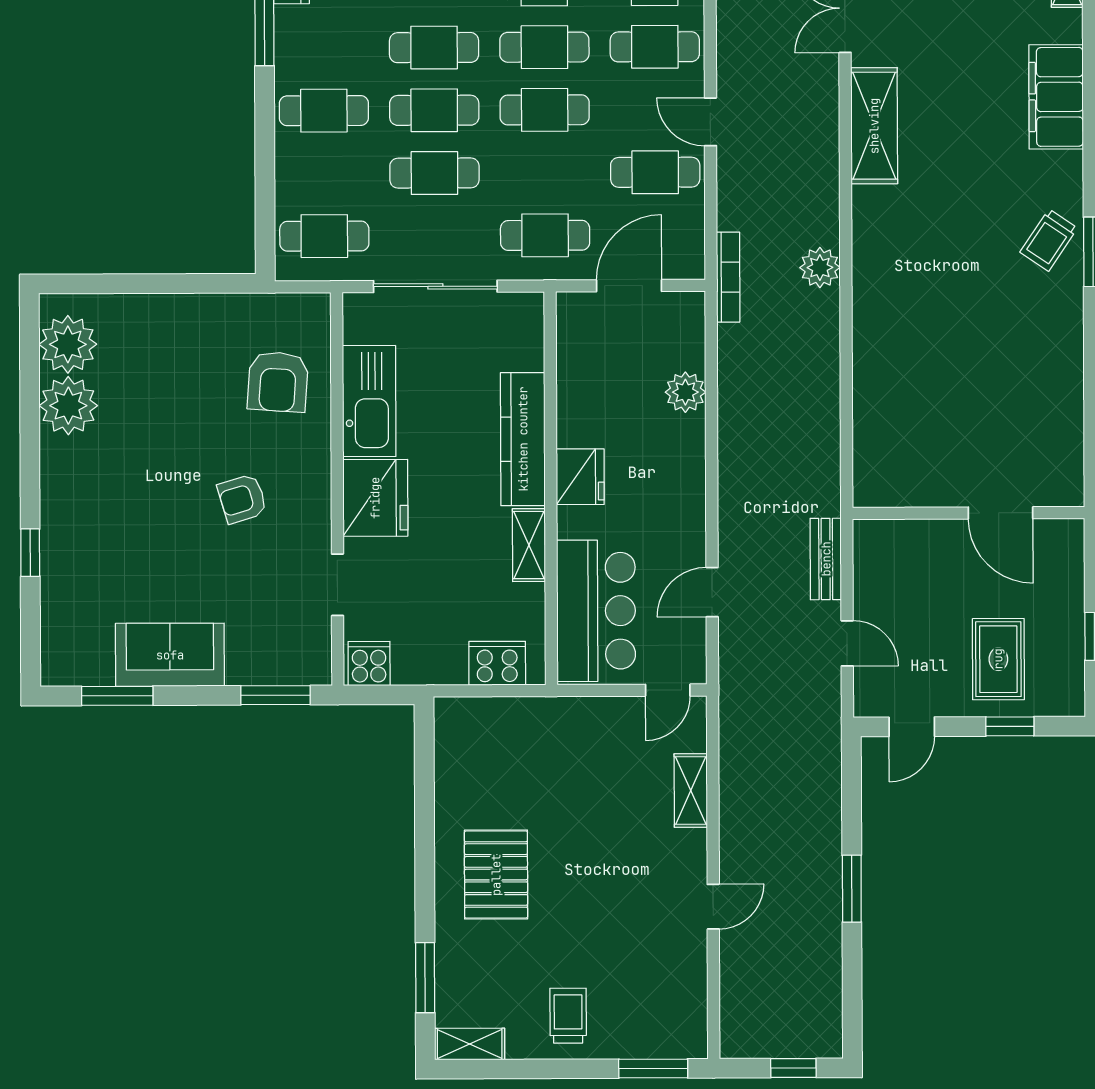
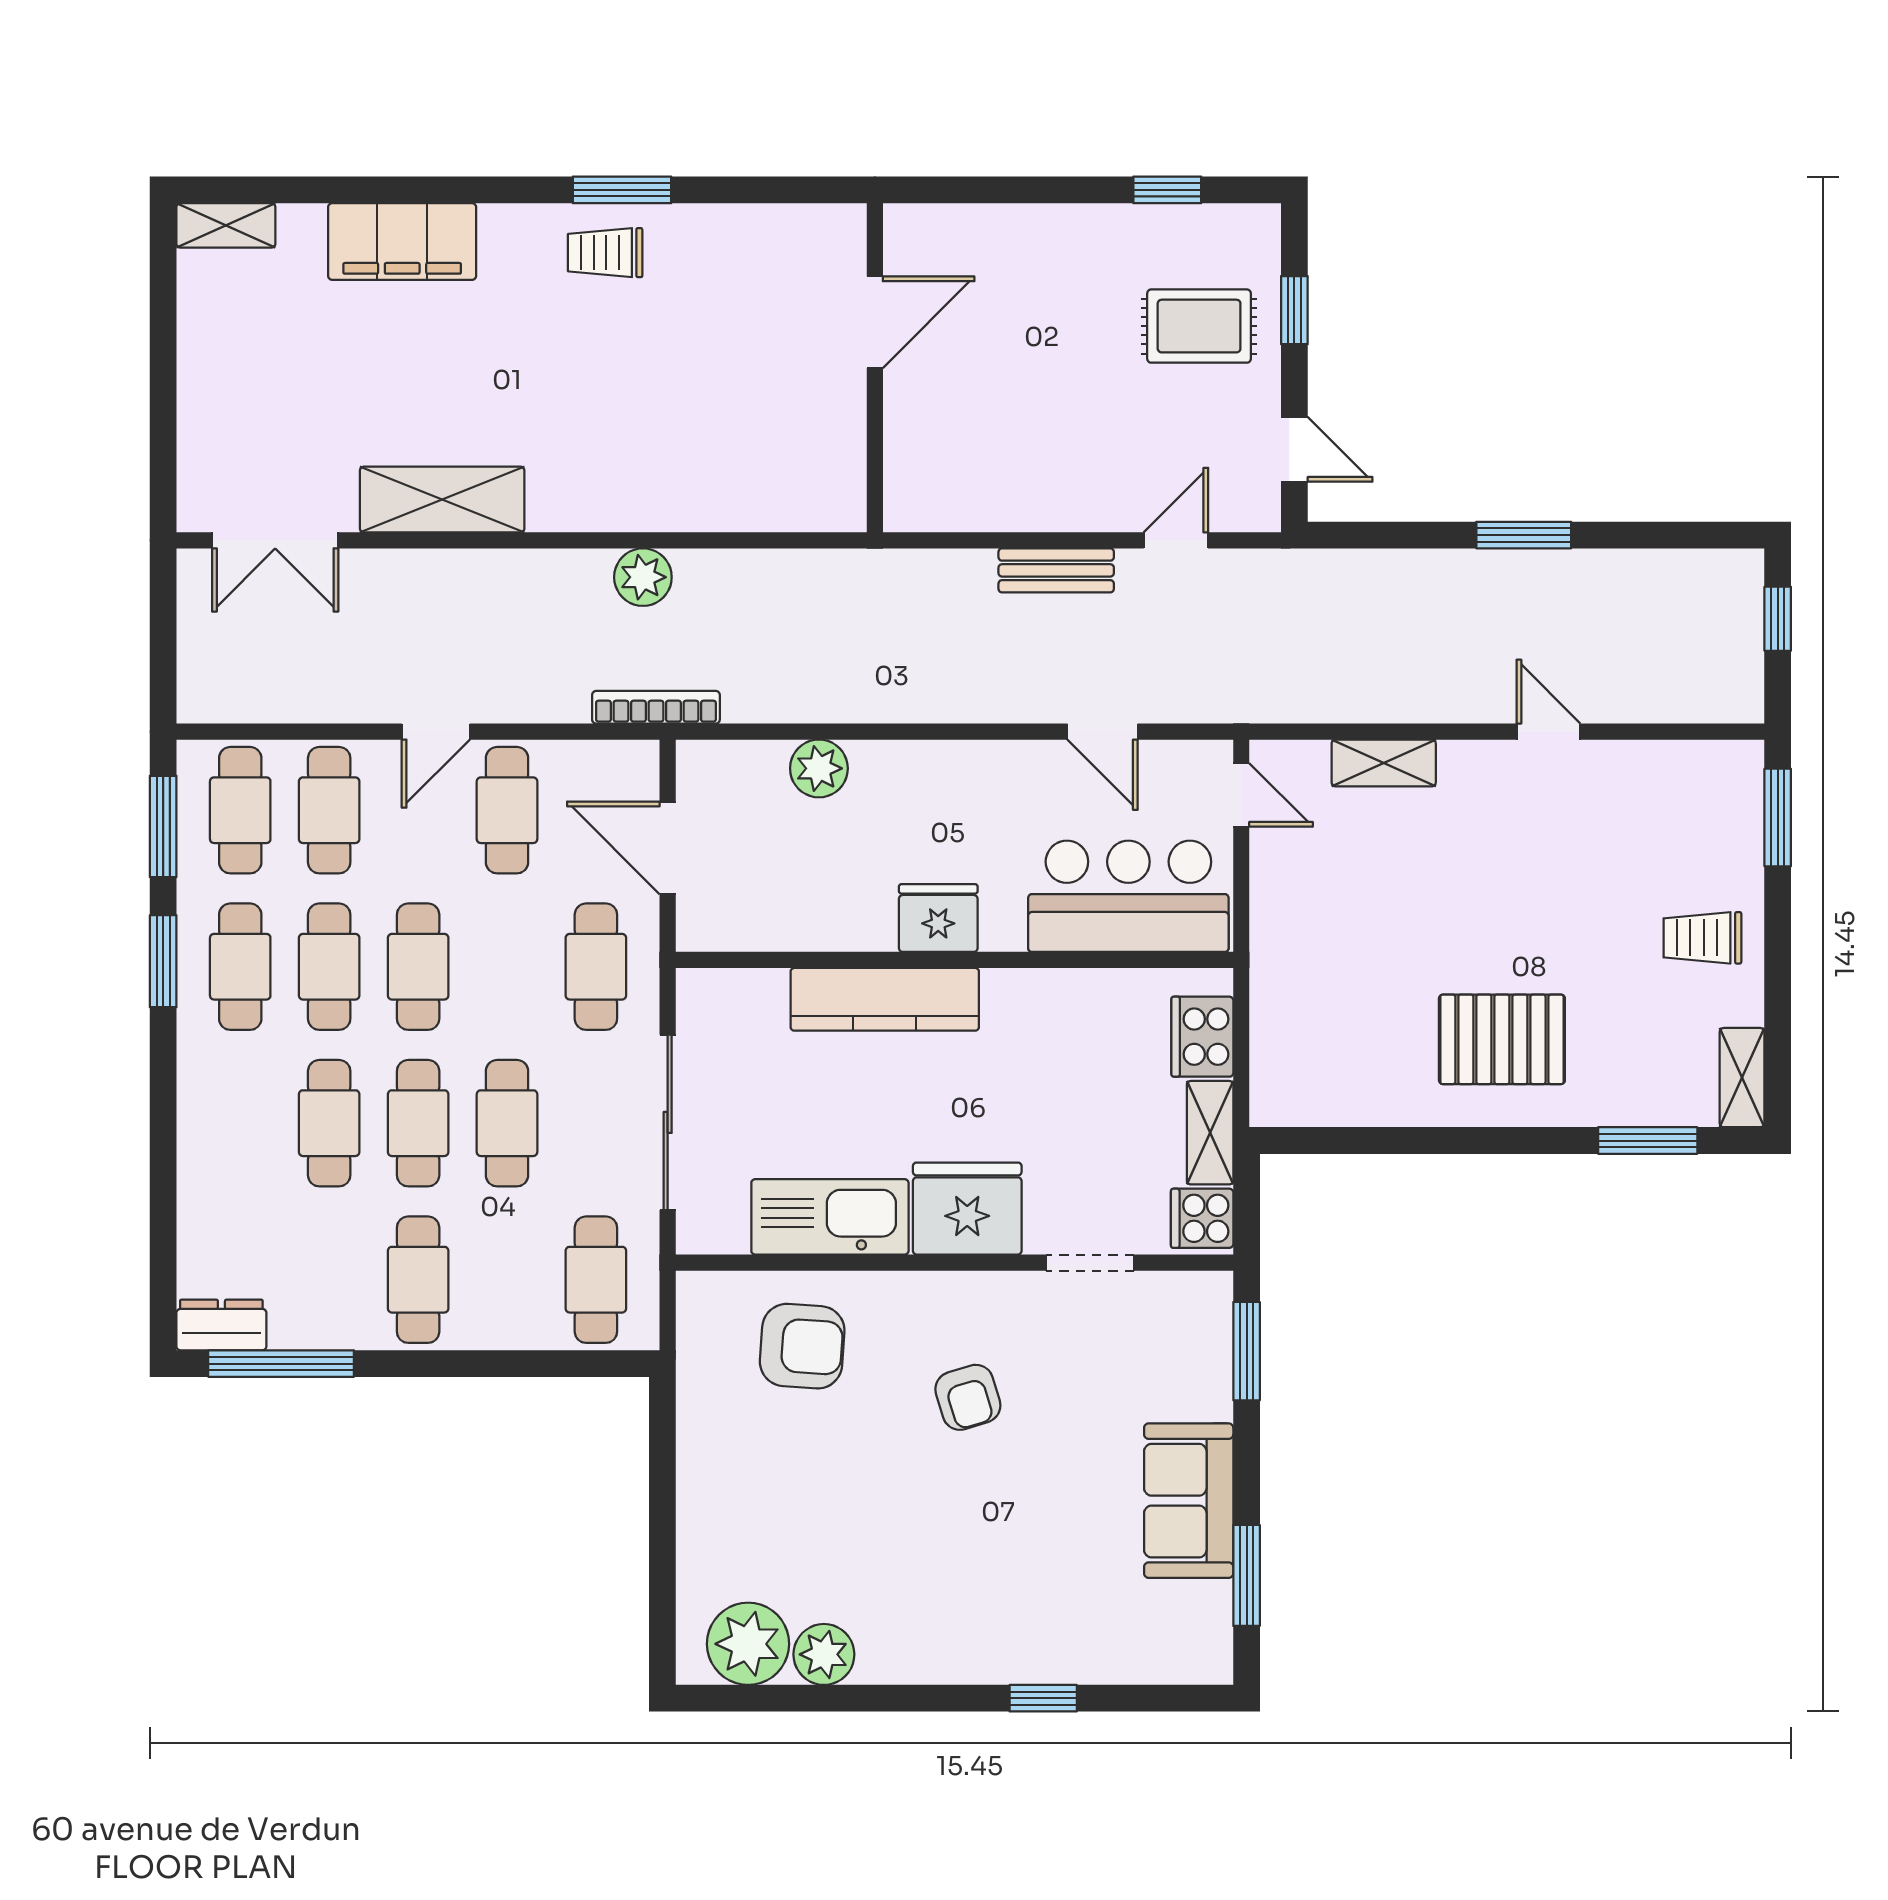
trolley: (1049, 240) -> (605, 253), turned 146
plant: (68, 406) -> (824, 1654), width x0.73, depth x0.73
wall: (968, 513) -> (875, 368), moved
door: (1001, 513) -> (875, 322), moved
shelving: (529, 545) -> (1210, 1133), moved, turned 90

